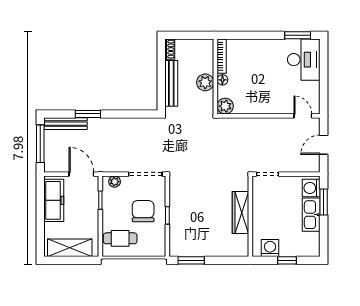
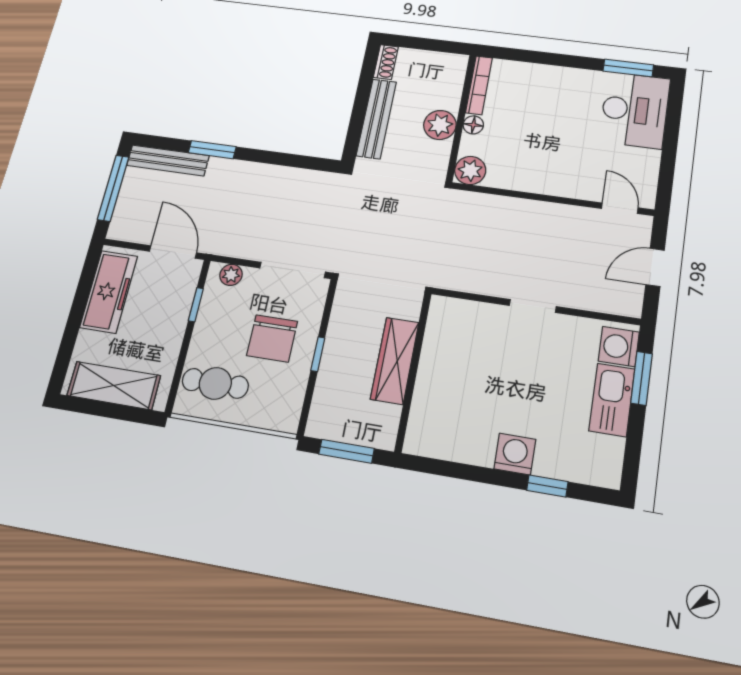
chair: (143, 211) -> (272, 338), turned 180
wardrobe: (241, 213) -> (395, 361), moved
wall: (250, 216) -> (413, 371), moved

